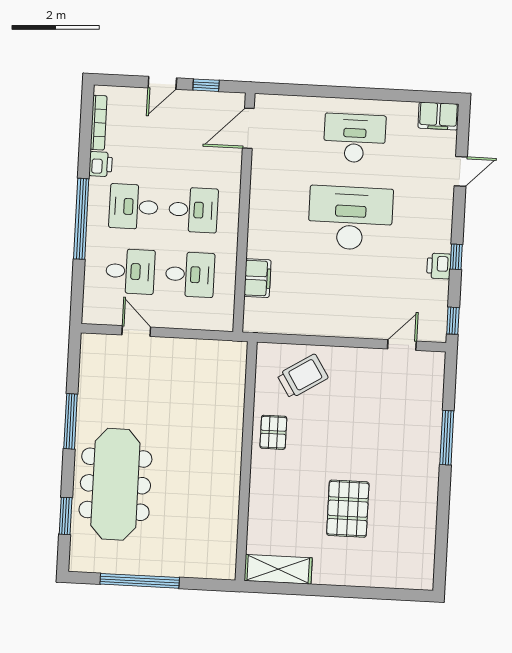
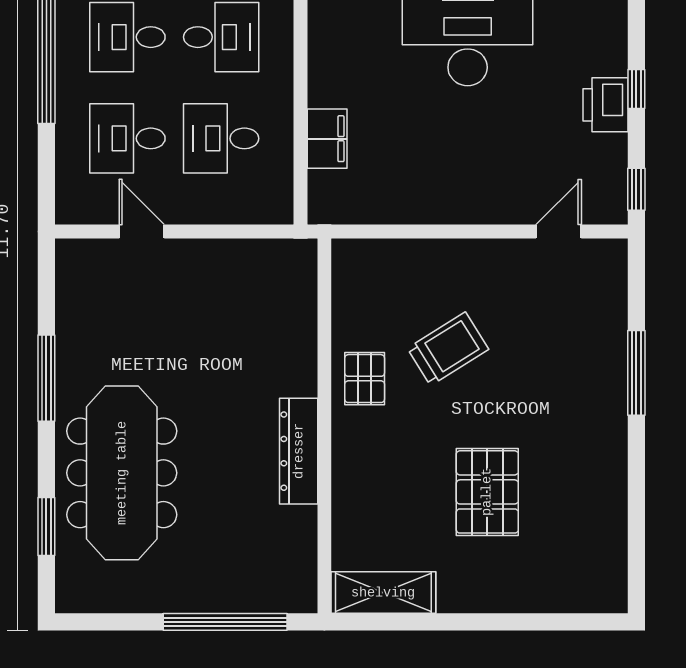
printer: (439, 266) -> (605, 105), width x1.36, depth x1.24
desk: (130, 271) -> (127, 138), turned 180
desk: (190, 274) -> (221, 138), turned 180
trolley: (303, 376) -> (448, 349), moved
dresser: (229, 476) -> (299, 451), added
window: (140, 581) -> (225, 622), moved

